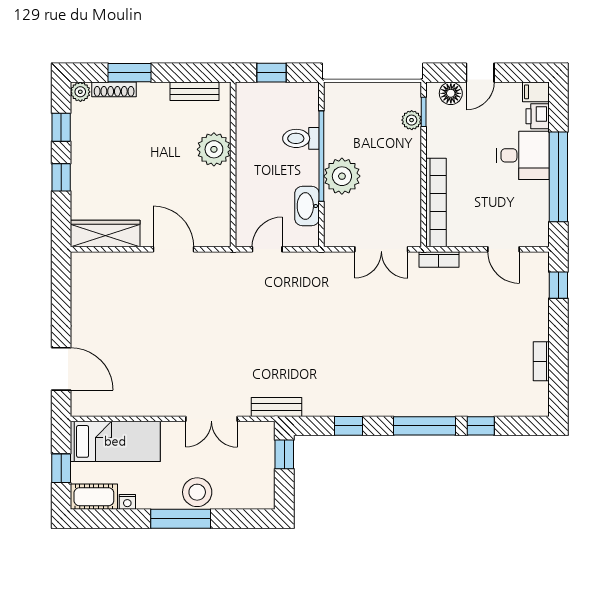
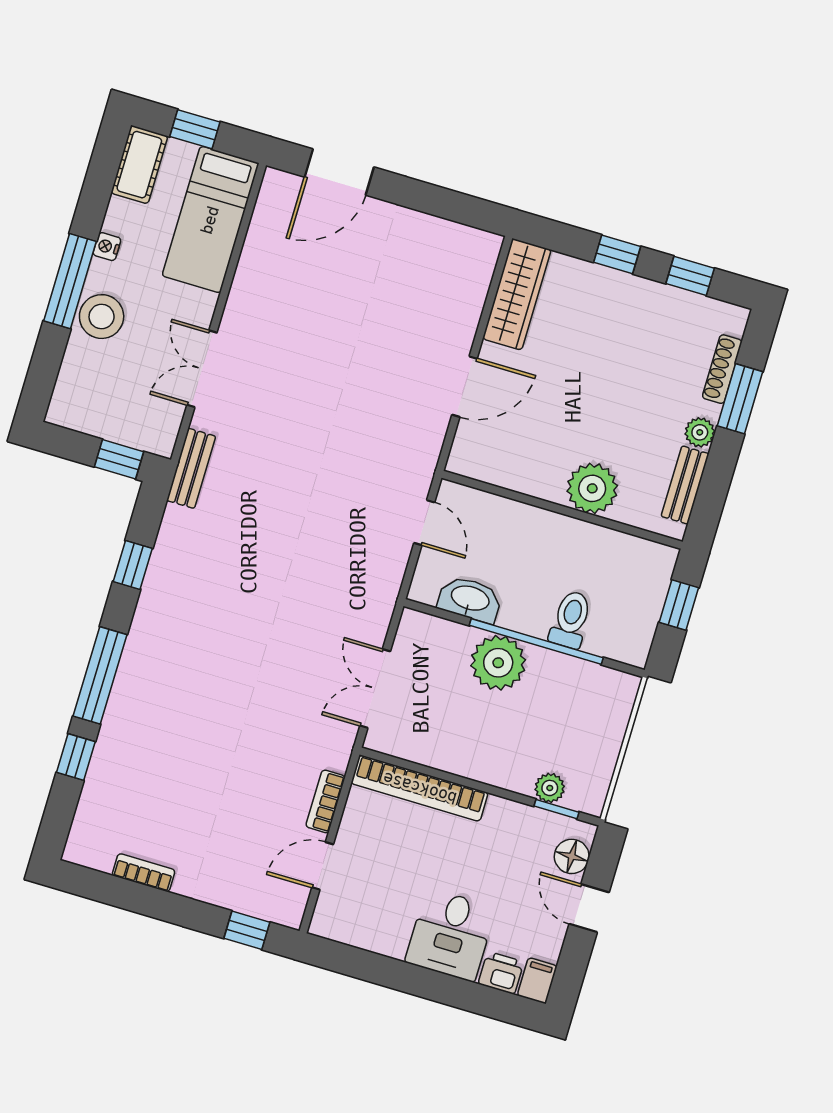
plant: (80, 92) -> (700, 432), moved
window: (558, 177) -> (404, 977), removed
bookcase: (439, 260) -> (325, 801), moved
nightstand: (127, 502) -> (107, 247), moved

